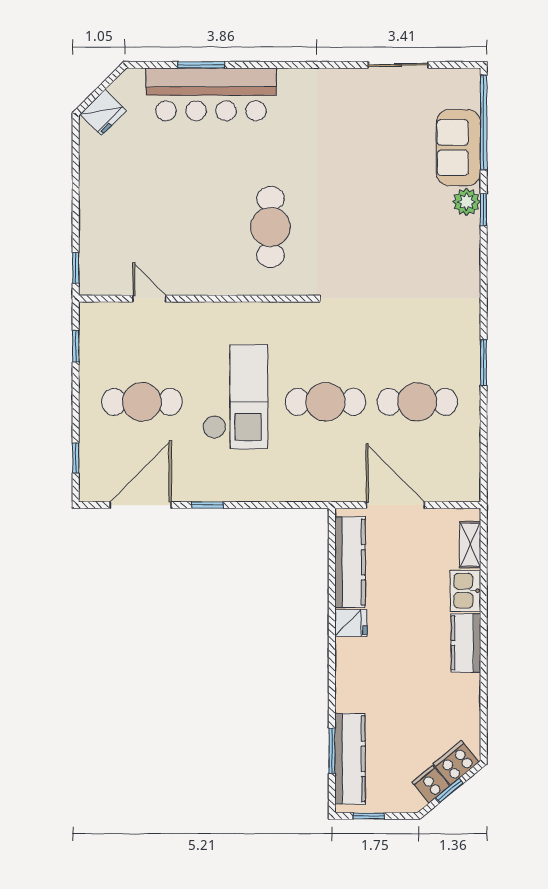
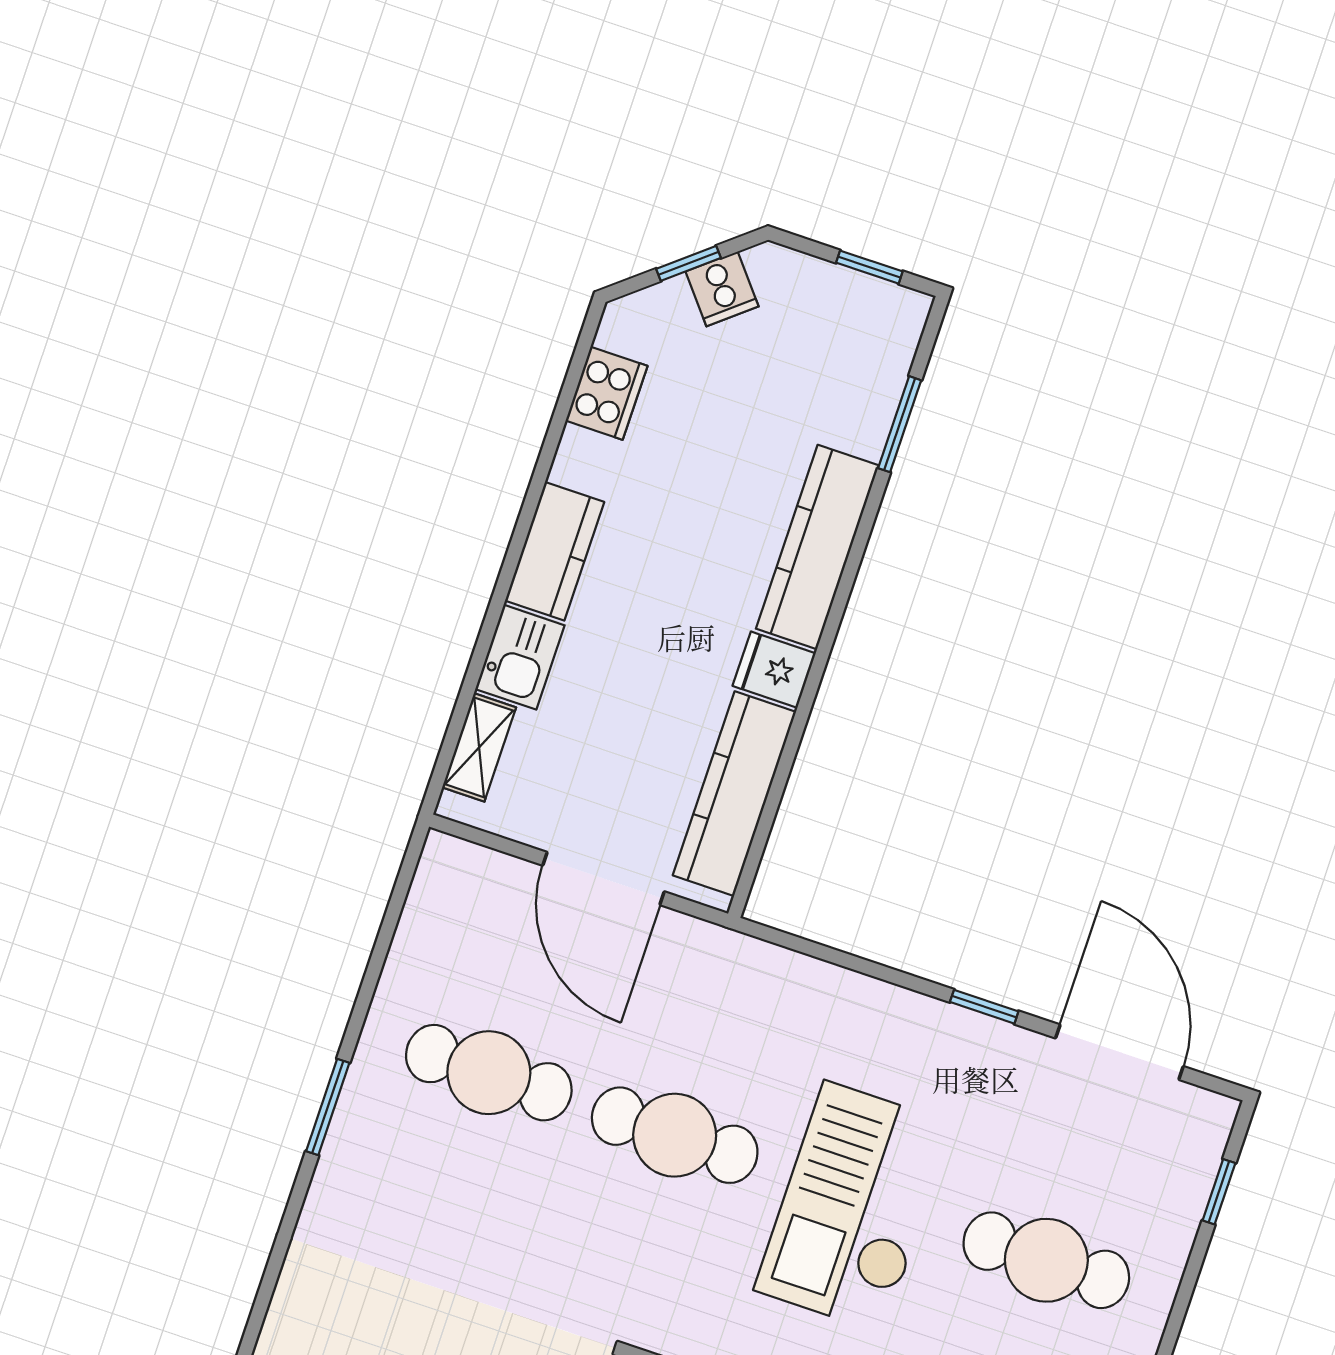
door: (141, 505) -> (1119, 1052), swing flipped
kitchen counter: (350, 759) -> (817, 547), moved
cooker: (456, 763) -> (607, 393), moved, turned -50

